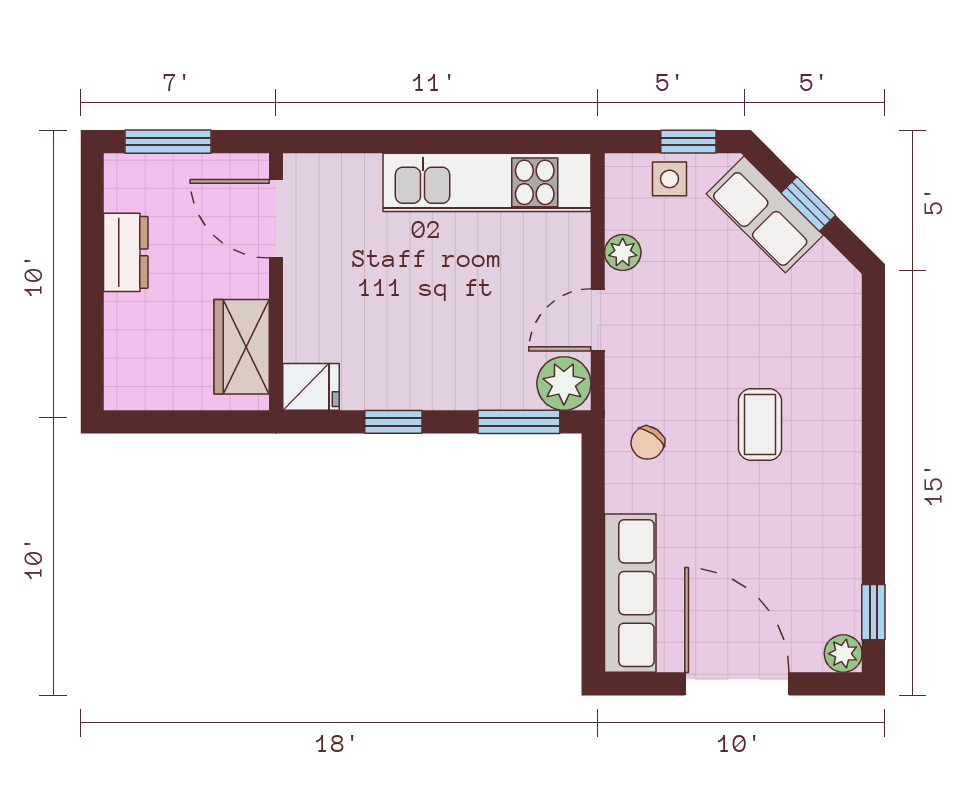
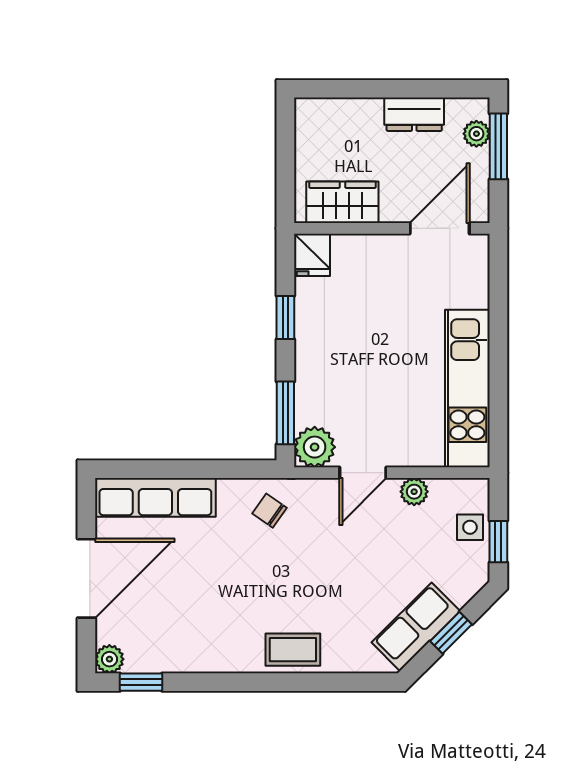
plant: (151, 170) -> (476, 134), added
row of seats: (765, 214) -> (416, 627), moved
door: (598, 320) -> (363, 473), swing flipped
coffee table: (760, 424) -> (293, 650), moved

